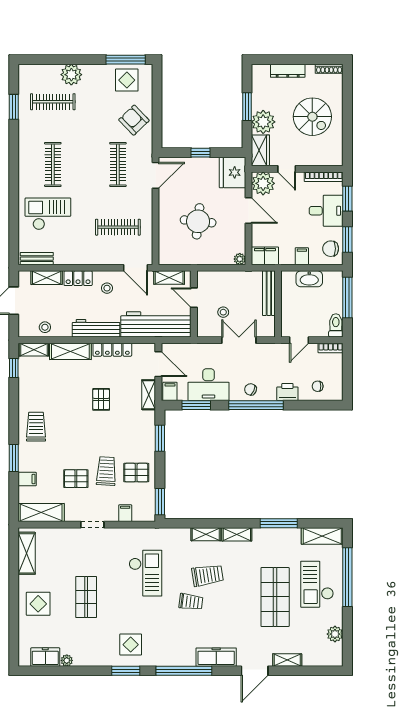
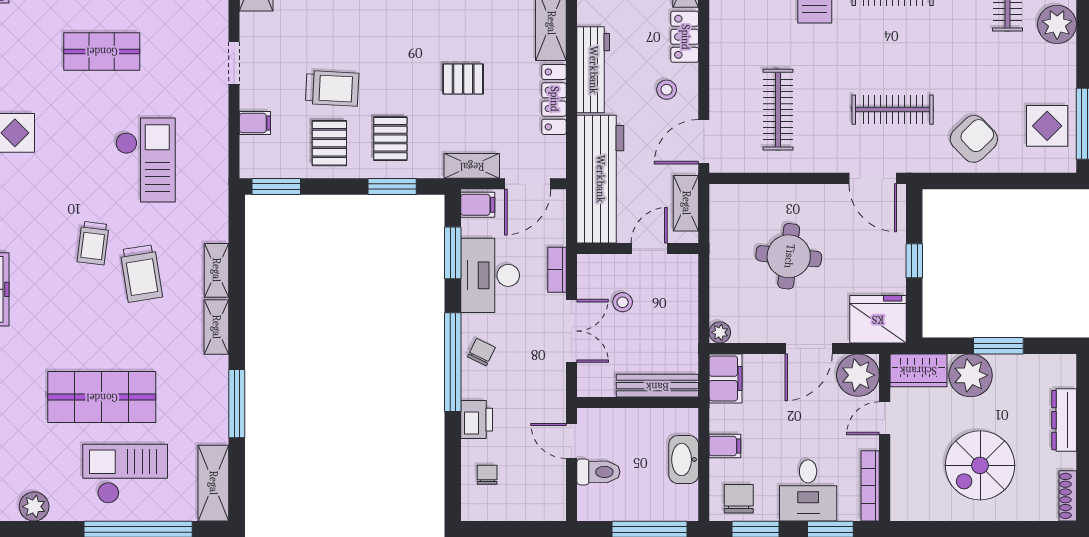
toilet: (336, 325) -> (598, 472), moved
bookcase: (331, 348) -> (557, 270), moved
pallet: (76, 479) -> (390, 139), moved
checkout: (145, 573) -> (145, 160), turned -90

